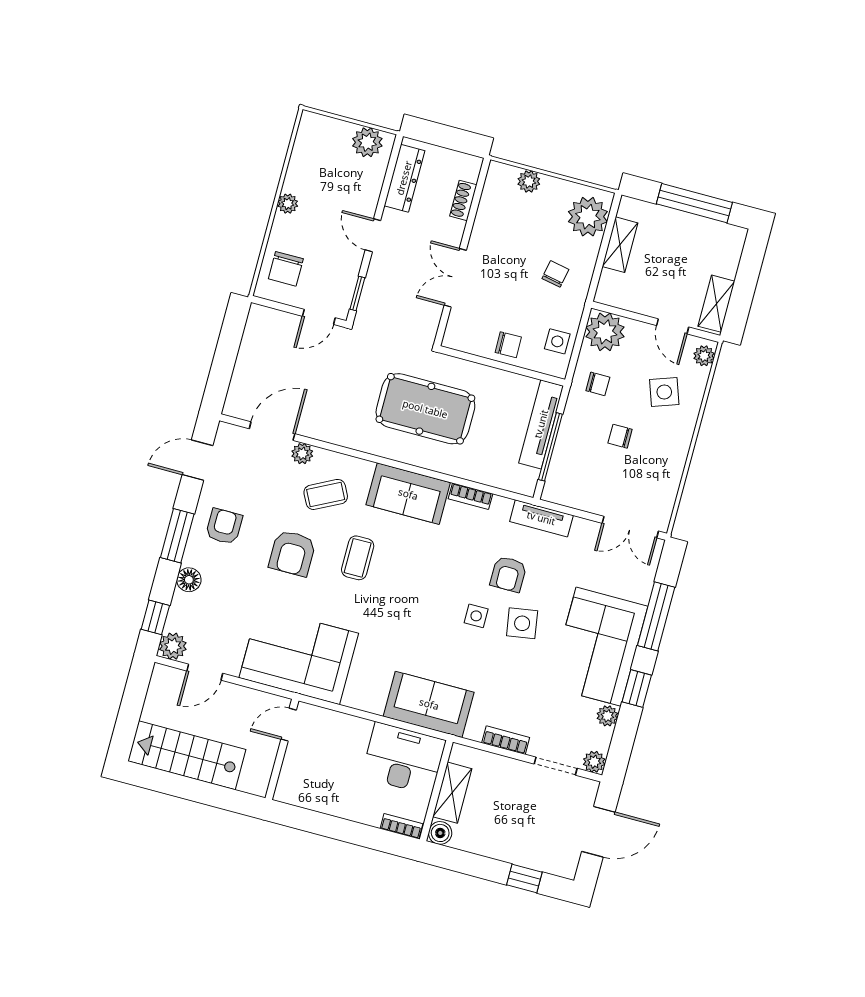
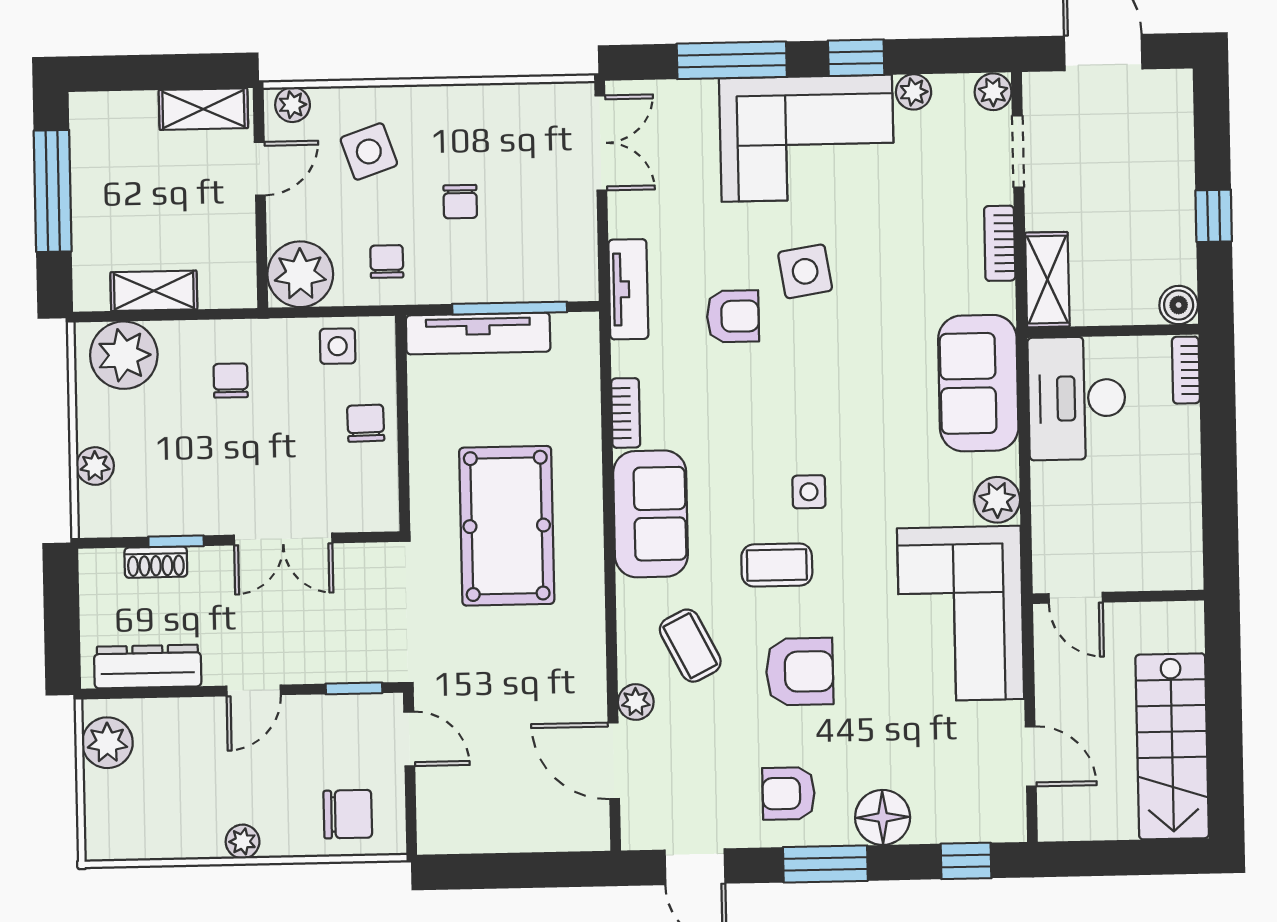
window: (472, 216) -> (176, 541), added
chair: (555, 274) -> (231, 381), turned 79
floor lamp: (189, 580) -> (883, 817), width x1.38, depth x1.38
side table: (476, 616) -> (809, 492), moved
plant: (173, 646) -> (997, 500), moved
shelving: (452, 793) -> (1047, 280), moved, turned 90
window: (524, 878) -> (1214, 216), moved

